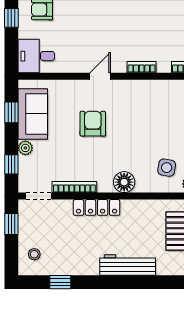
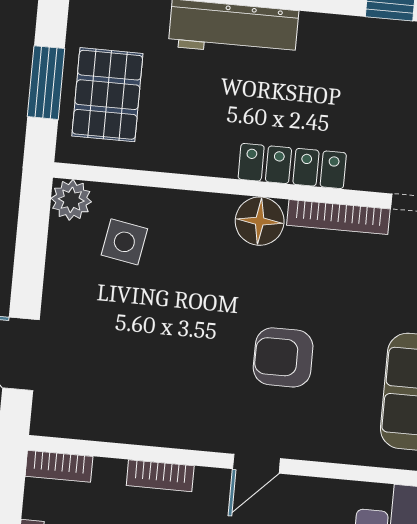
armchair: (93, 124) -> (283, 357), turned 90
floor lamp: (124, 182) -> (260, 221), moved

